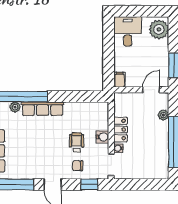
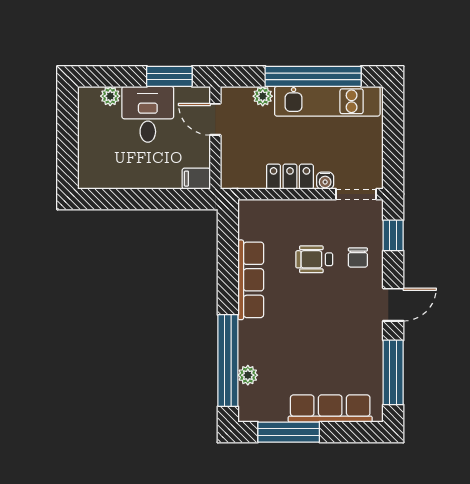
plant: (159, 29) -> (110, 96), width x0.53, depth x0.53
desk: (128, 31) -> (148, 114), moved, turned 90
row of seats: (43, 109) -> (251, 280), moved
water cooler: (102, 137) -> (304, 211), removed
kitchen unit: (161, 149) -> (327, 101), added

